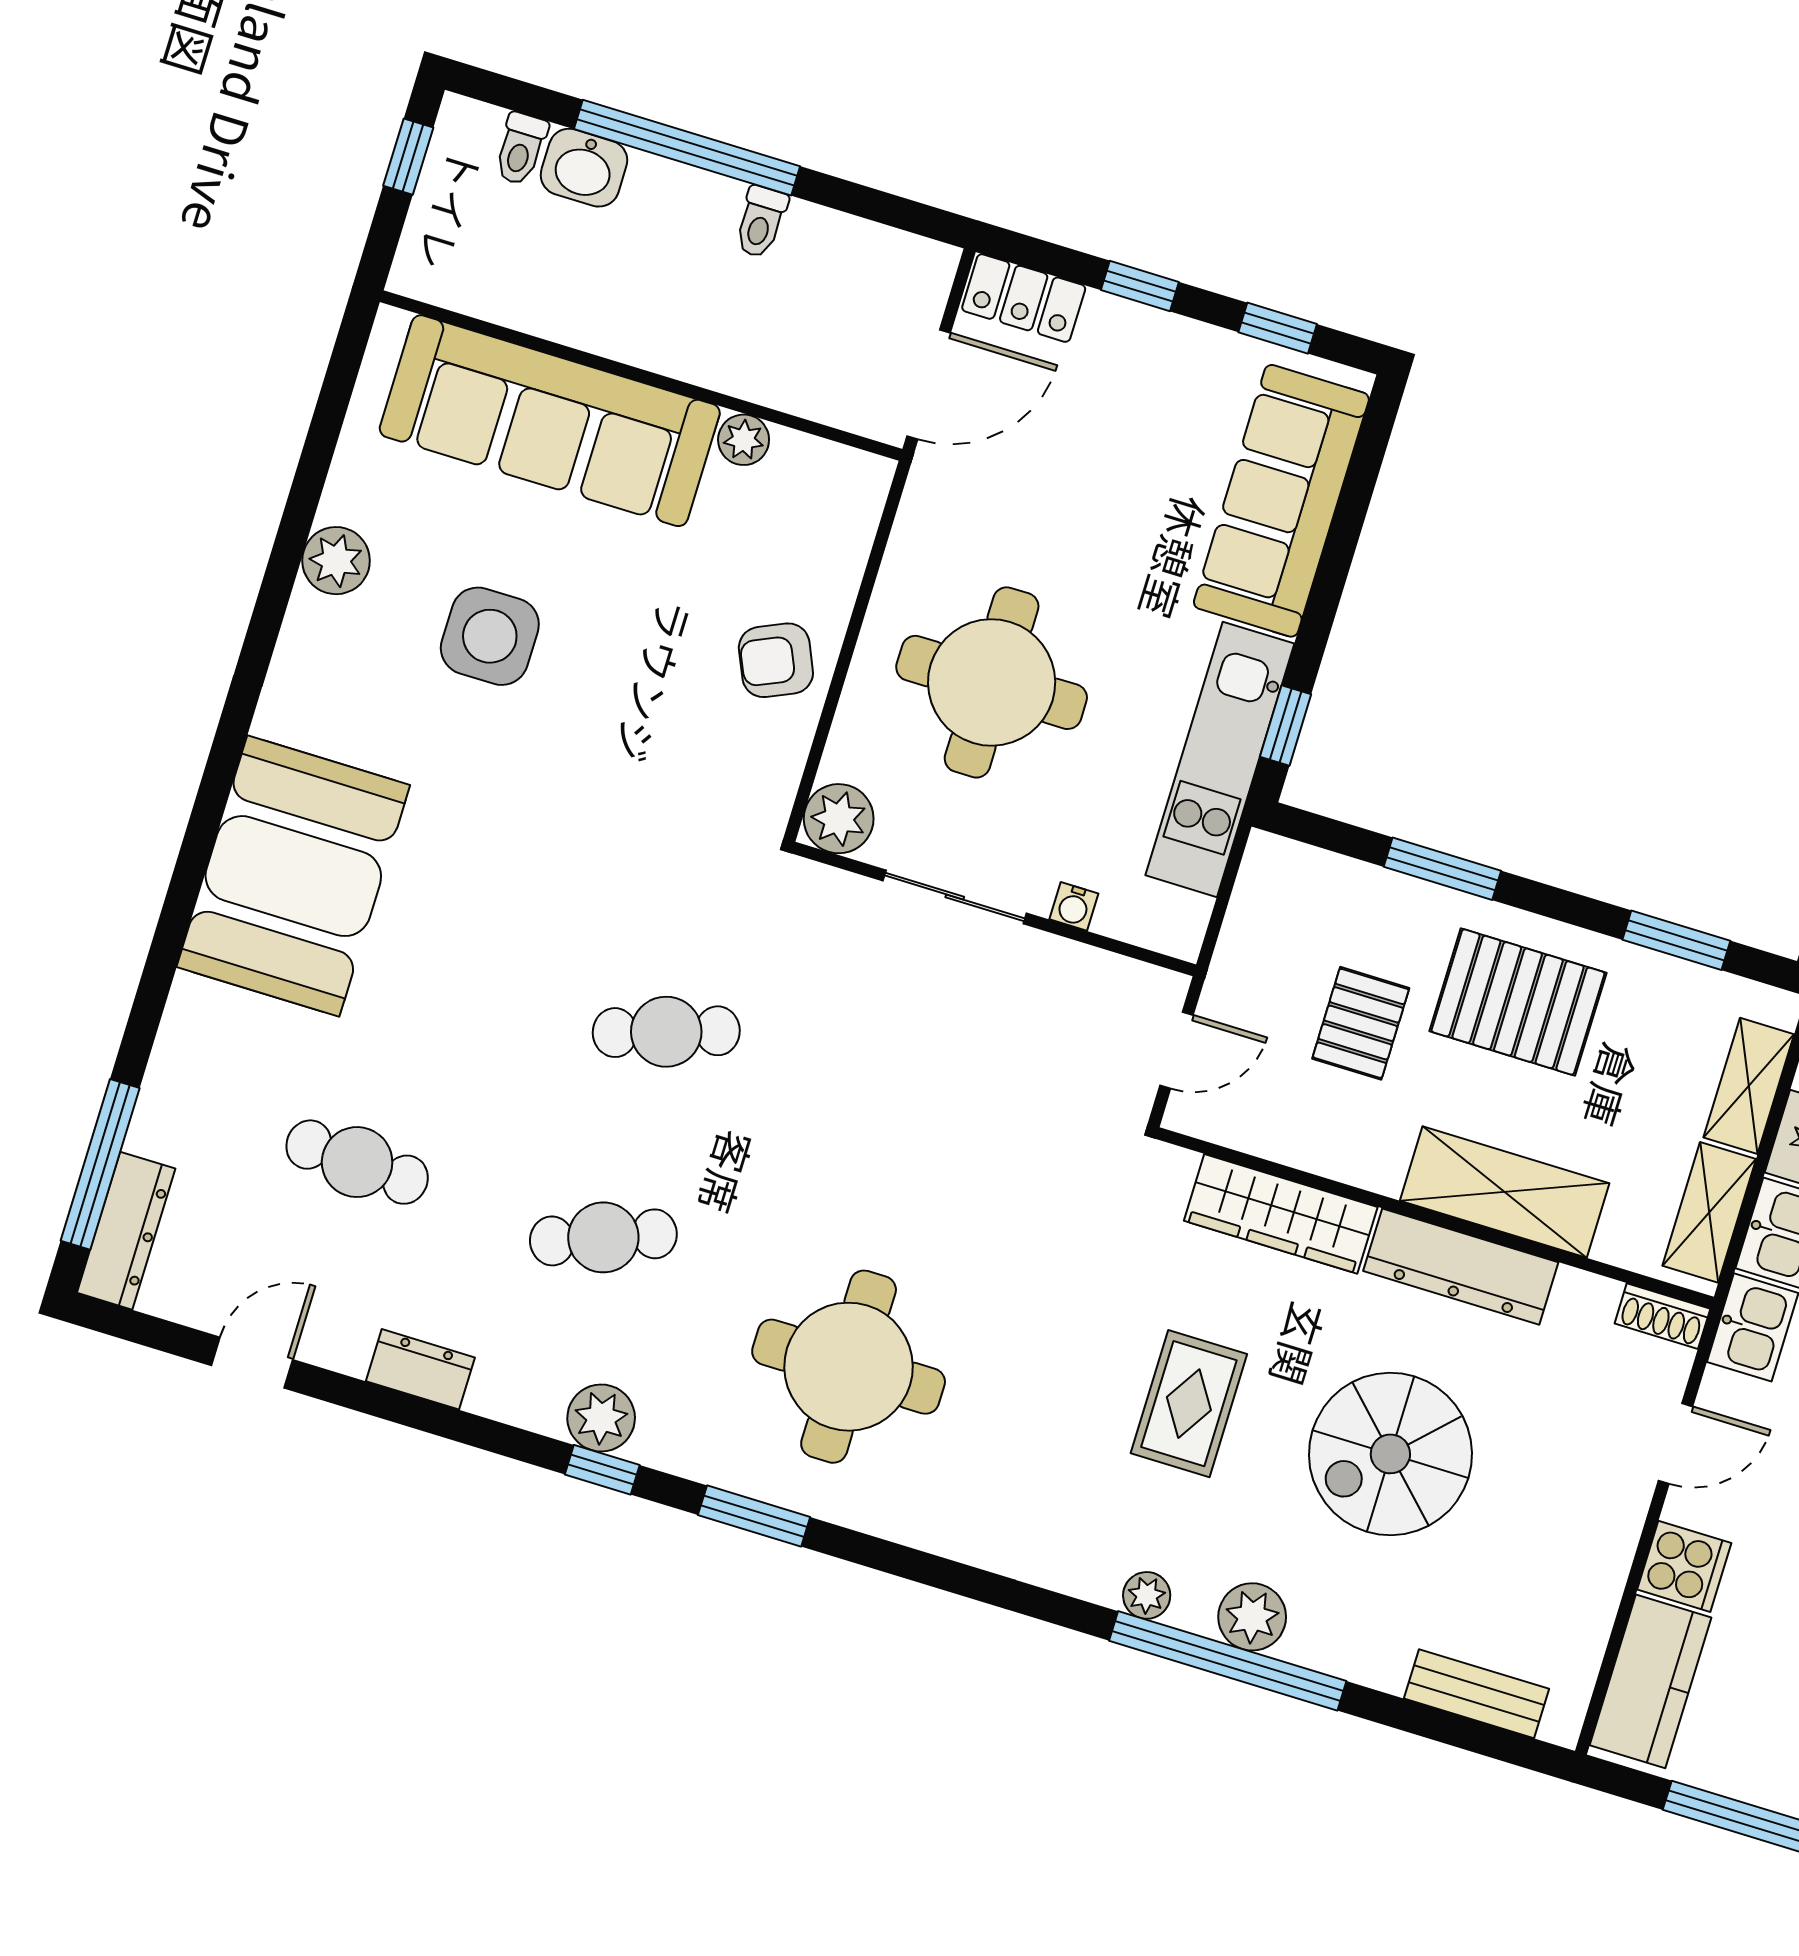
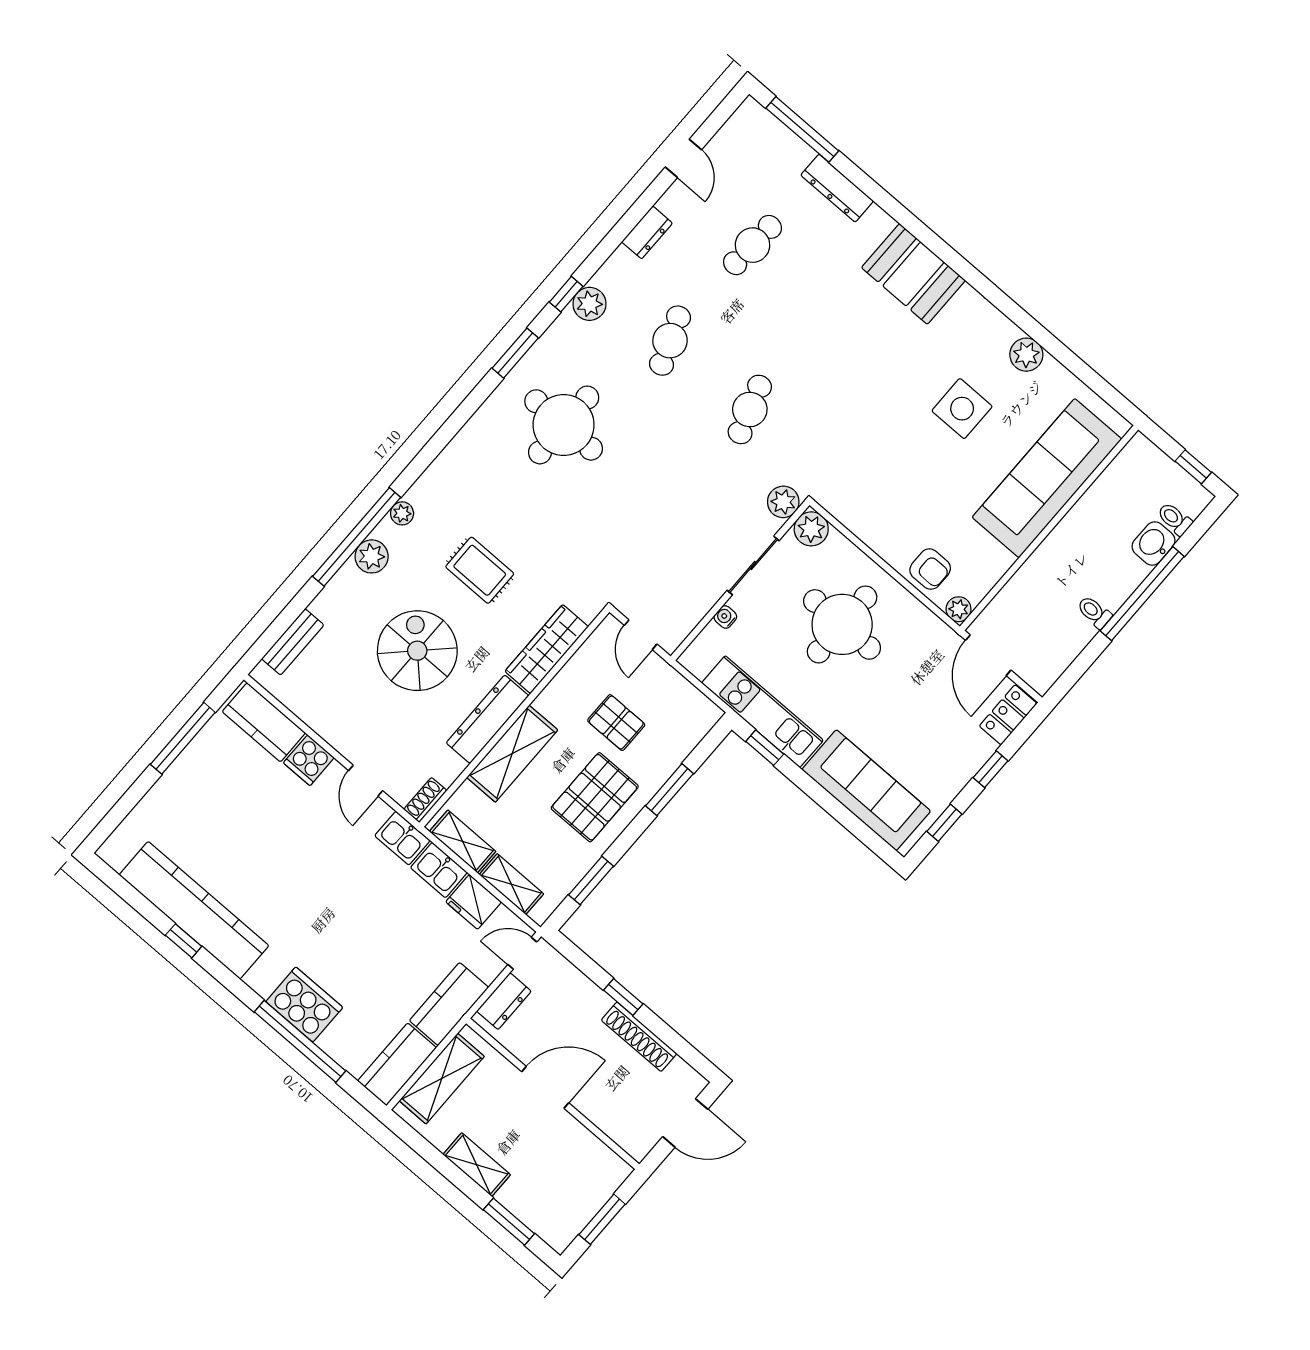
plant: (744, 440) -> (959, 609), moved
armchair: (776, 660) -> (930, 569), moved, turned 114
booth: (293, 876) -> (913, 274), width x0.73, depth x0.70
plant: (811, 893) -> (783, 502), added
dresser: (126, 1231) -> (837, 188), moved

